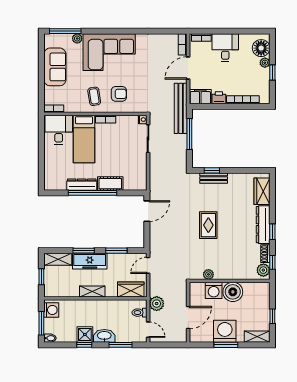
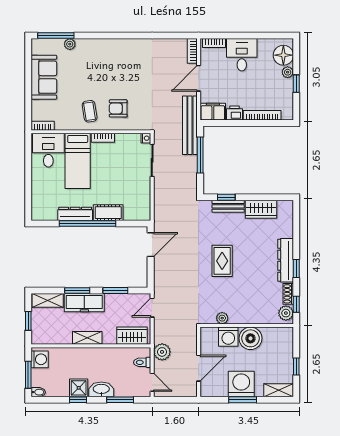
corner sofa: (109, 52) -> (107, 60), removed
armchair: (119, 94) -> (118, 108), turned 180
wardrobe: (262, 191) -> (261, 209), moved, turned -90

